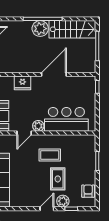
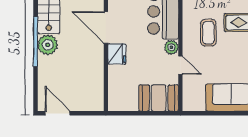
fridge: (23, 83) -> (117, 54), moved

